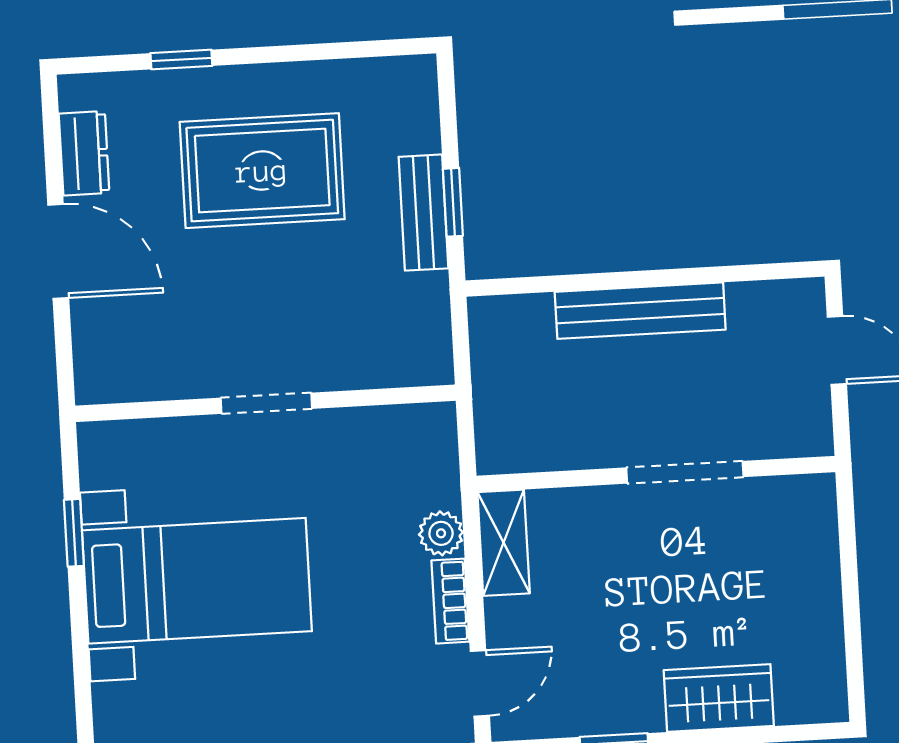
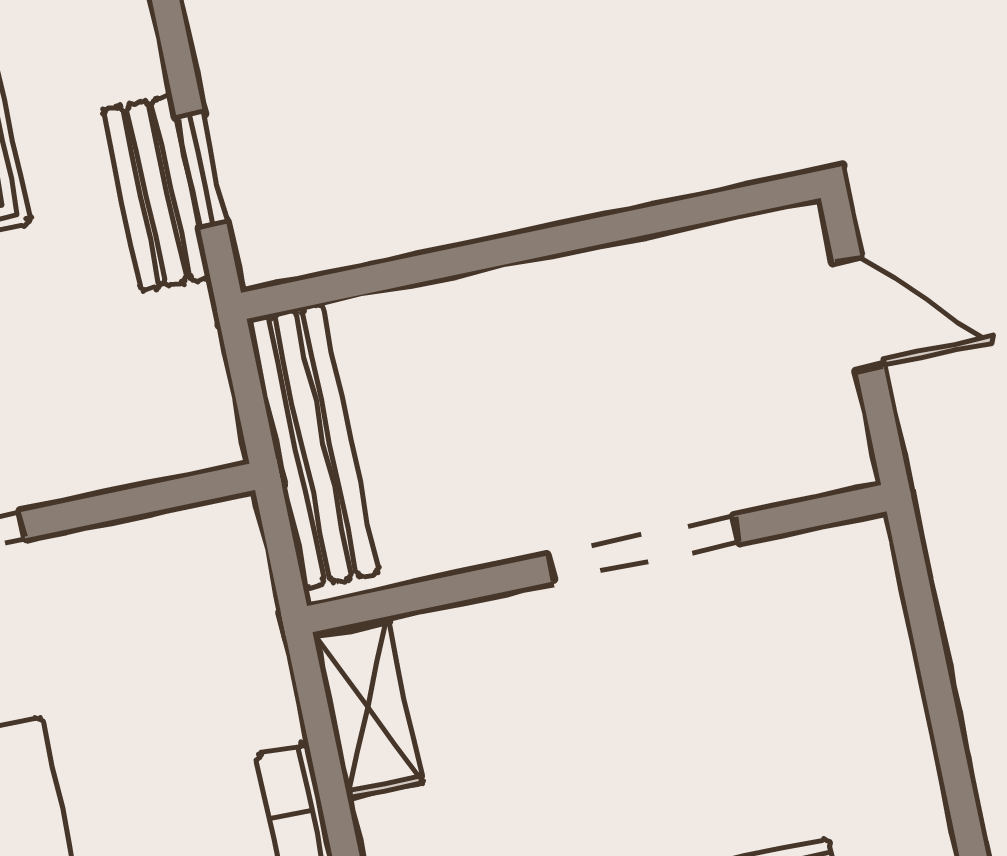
bench: (640, 311) -> (313, 446), moved, turned 90
plant: (441, 533) -> (264, 708), removed

